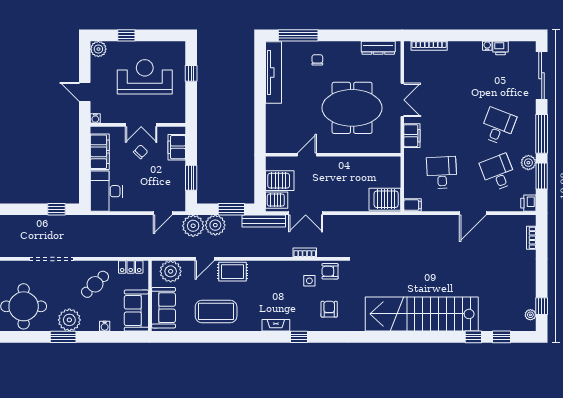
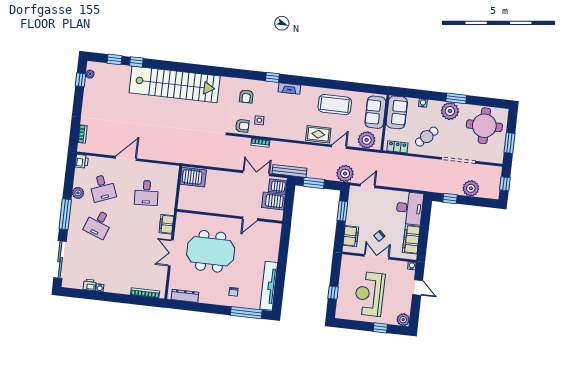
reception desk: (145, 77) -> (369, 294), turned 90
window: (542, 176) -> (69, 181), removed
filing cabinet: (412, 205) -> (172, 170), removed
plant: (215, 225) -> (471, 188), moved

